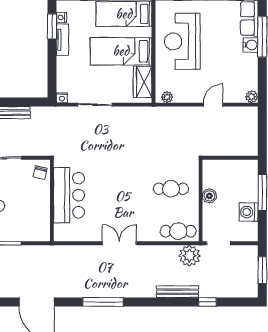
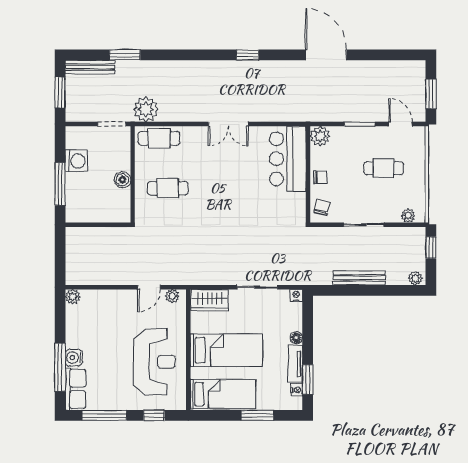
floor lamp: (62, 62) -> (296, 338), added
wardrobe: (143, 82) -> (210, 300), moved, turned 90
door: (213, 105) -> (149, 287), moved
bar counter: (69, 195) -> (288, 159), moved
chair: (41, 198) -> (320, 177), added
plant: (42, 233) -> (320, 136), added
bench: (177, 292) -> (90, 67), moved
window: (103, 302) -> (248, 55), width x0.46
window: (207, 302) -> (125, 55), width x1.50

